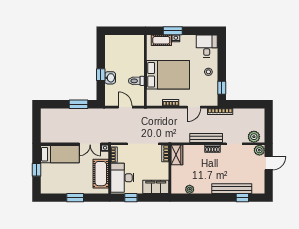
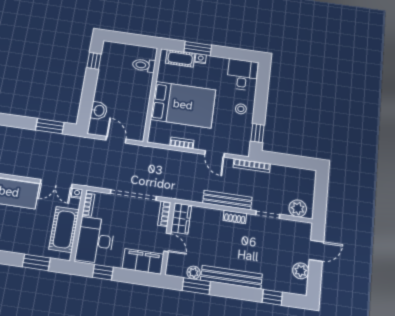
window: (101, 75) -> (94, 61), moved
washbasin: (110, 78) -> (99, 111), moved
toilet: (136, 81) -> (144, 65), moved
door: (194, 107) -> (215, 154), hinge flipped
plant: (259, 150) -> (301, 271), moved
door: (170, 172) -> (167, 242), added
bench: (232, 189) -> (231, 277), moved
window: (75, 198) -> (36, 262), moved
window: (192, 198) -> (196, 286), added

